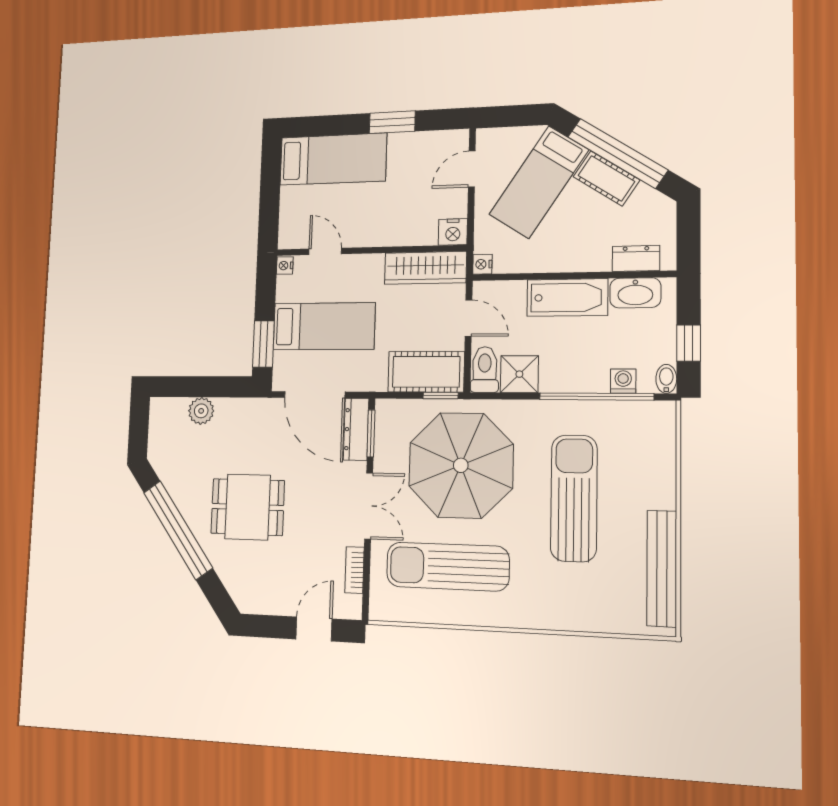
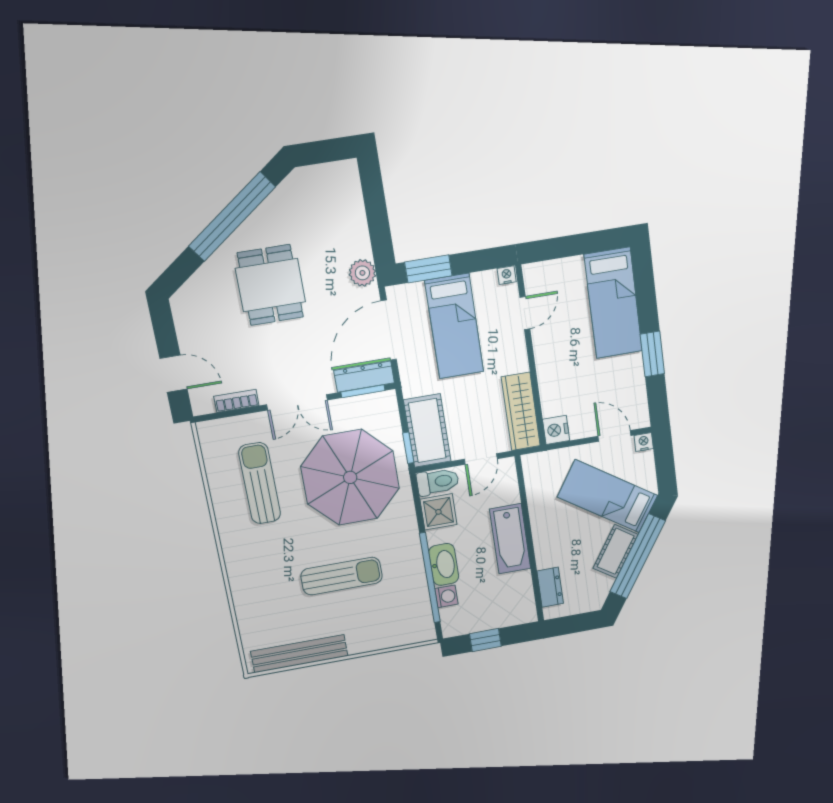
nightstand: (482, 264) -> (644, 442), moved
washbasin: (635, 293) -> (444, 564), moved, turned 180
bidet: (666, 379) -> (454, 629), removed
plant: (201, 411) -> (362, 273), moved
sun lounger: (574, 498) -> (342, 576), width x0.73, depth x0.75
sun lounger: (448, 567) -> (260, 483), width x0.73, depth x0.75

